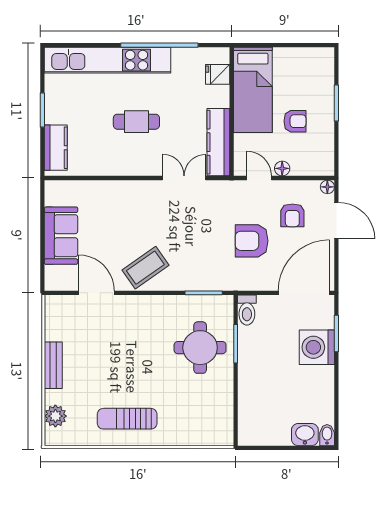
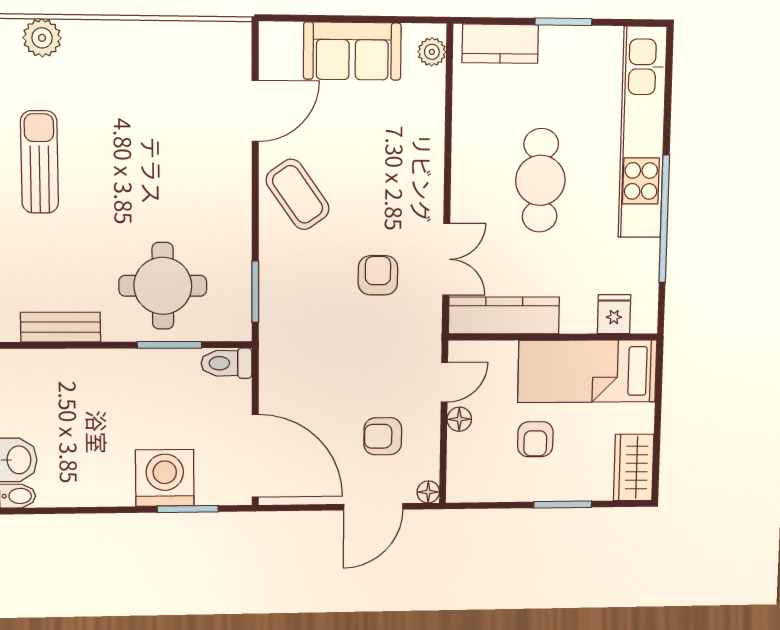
wardrobe: (313, 59) -> (634, 468), added
cafe table: (136, 122) -> (540, 180), width x1.37, depth x1.35
plant: (61, 188) -> (432, 52), added
armchair: (252, 241) -> (378, 275), moved, width x0.72, depth x0.72
bench: (53, 365) -> (61, 327), moved

